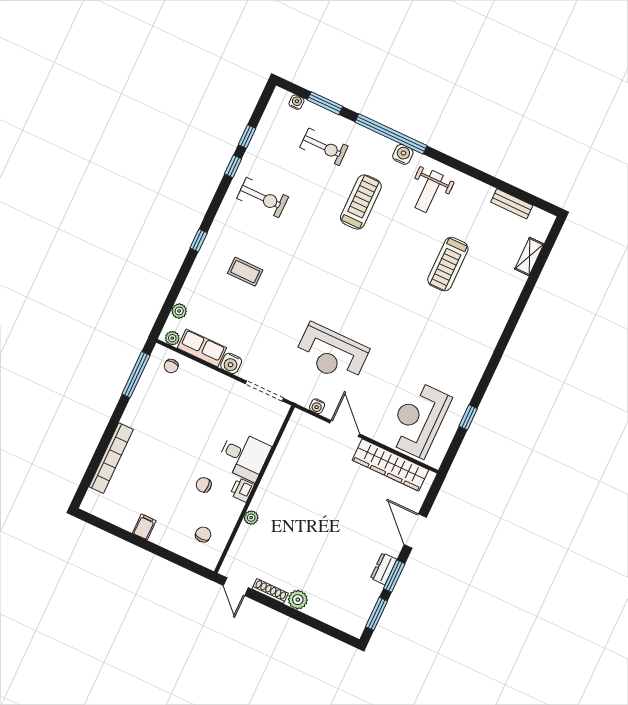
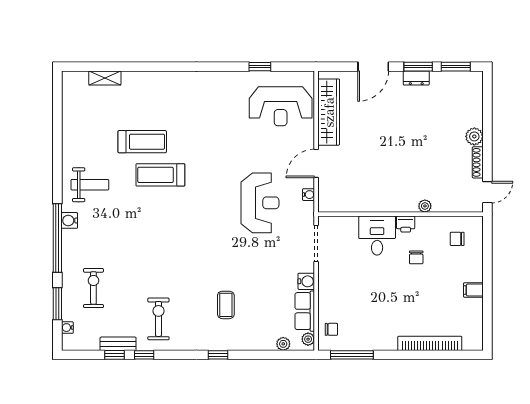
treadmill: (361, 202) -> (160, 175), moved
bench: (512, 204) -> (118, 344), moved, turned 90

